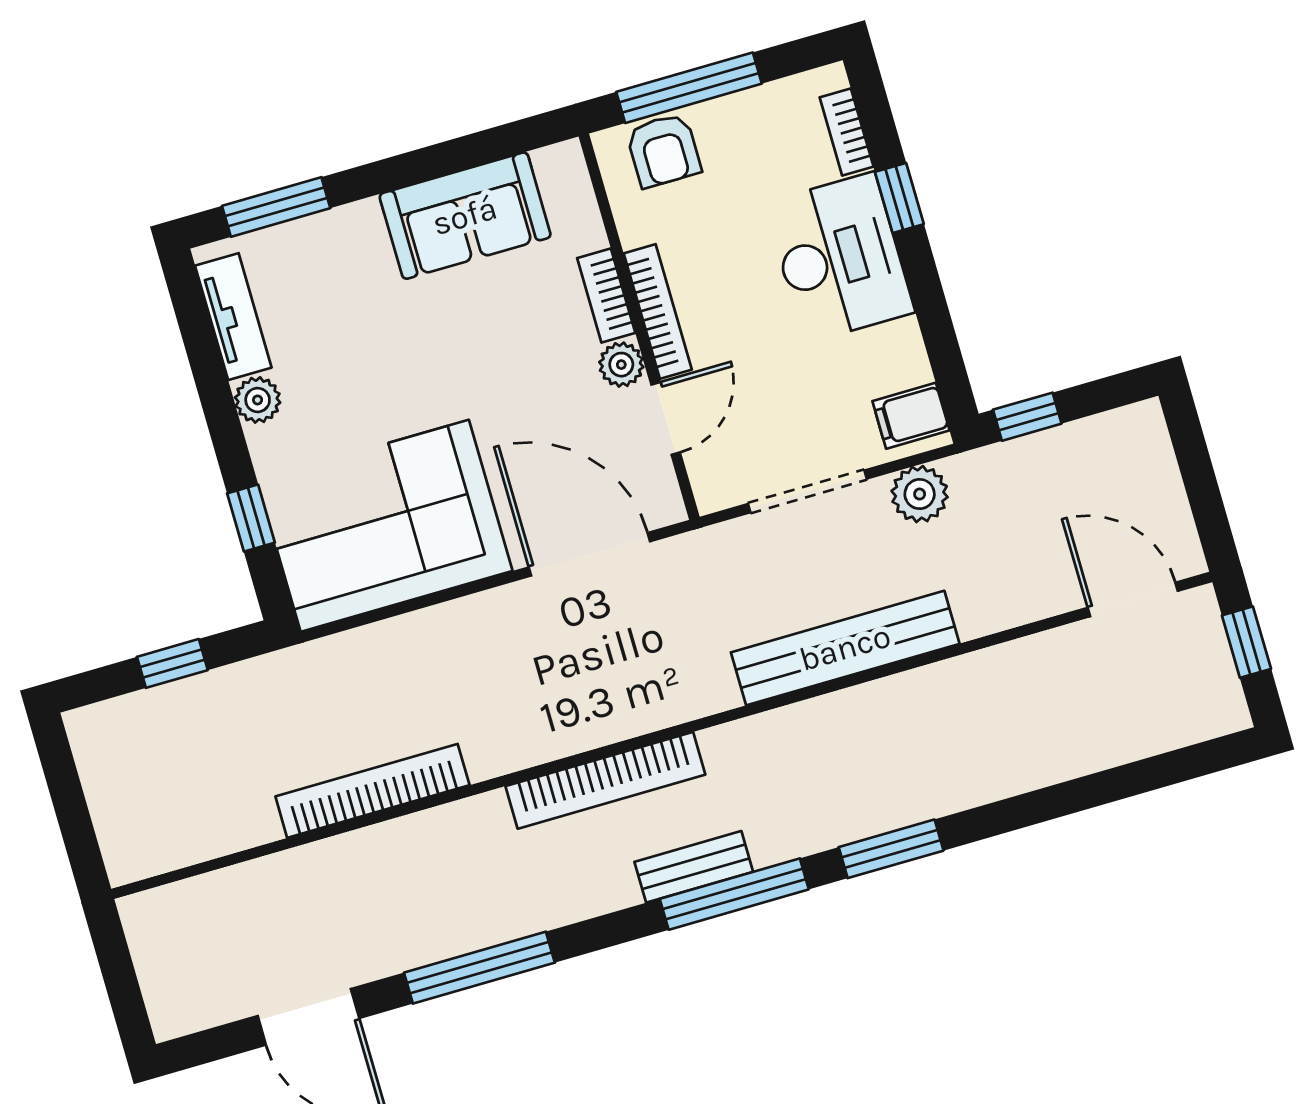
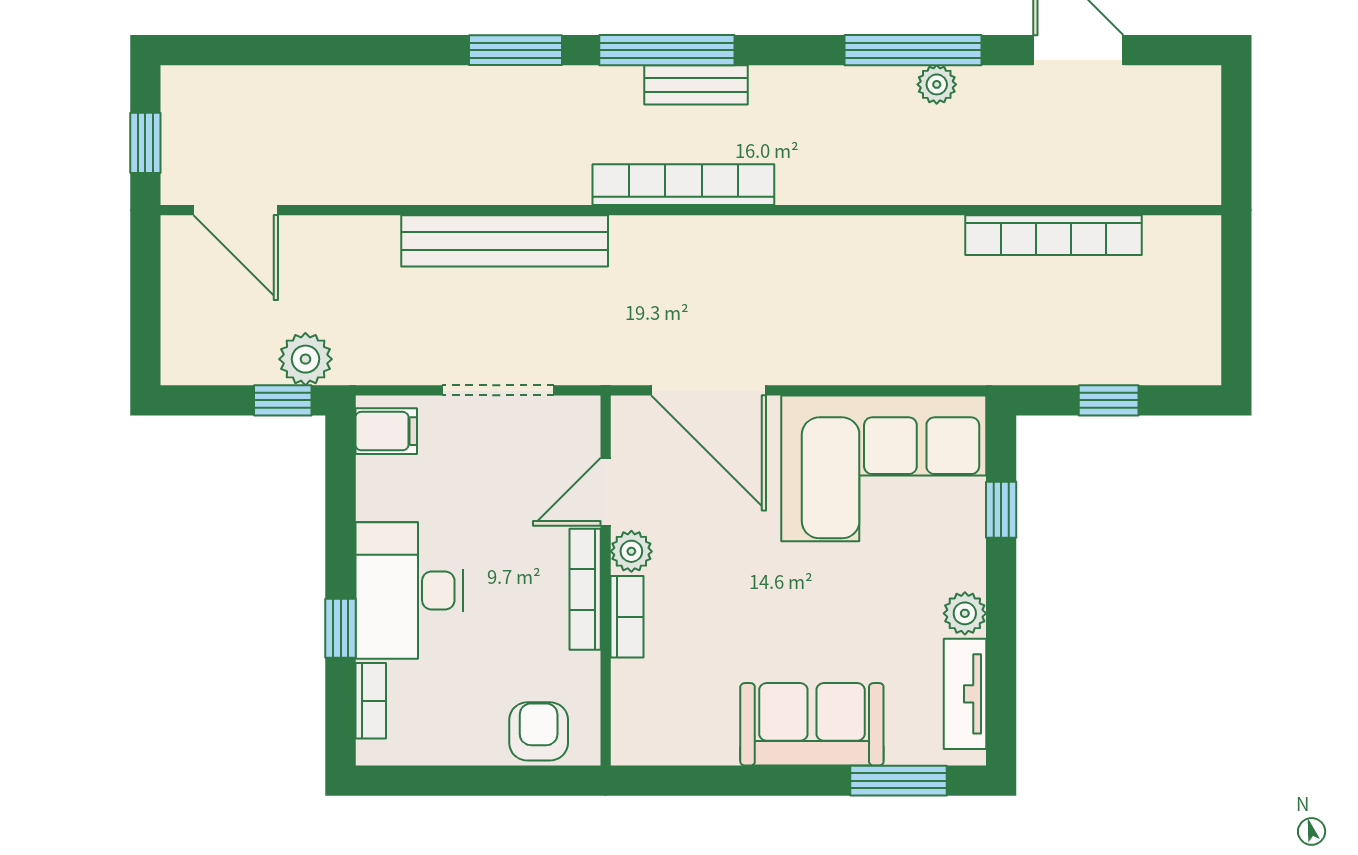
window: (689, 88) -> (500, 781), removed
sofa: (465, 216) -> (812, 724), moved
plant: (920, 494) -> (305, 359), moved
bookcase: (605, 780) -> (683, 185), moved
bookcase: (372, 791) -> (1053, 235), moved
plant: (445, 939) -> (937, 84), added

